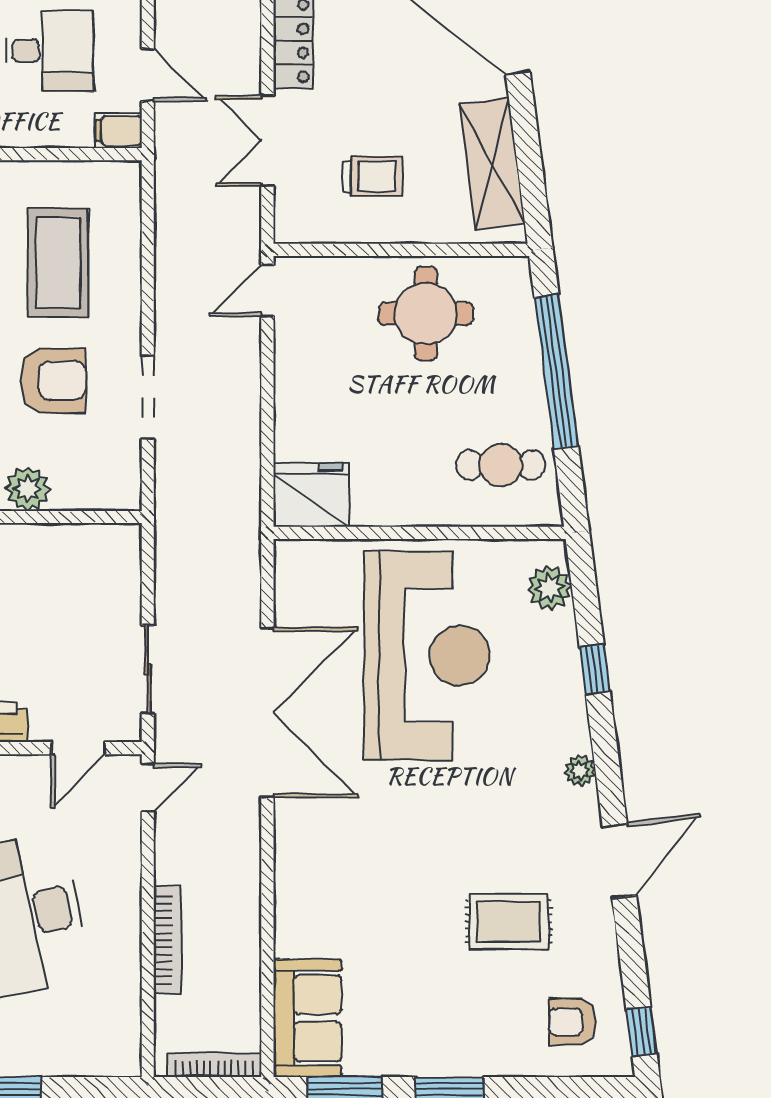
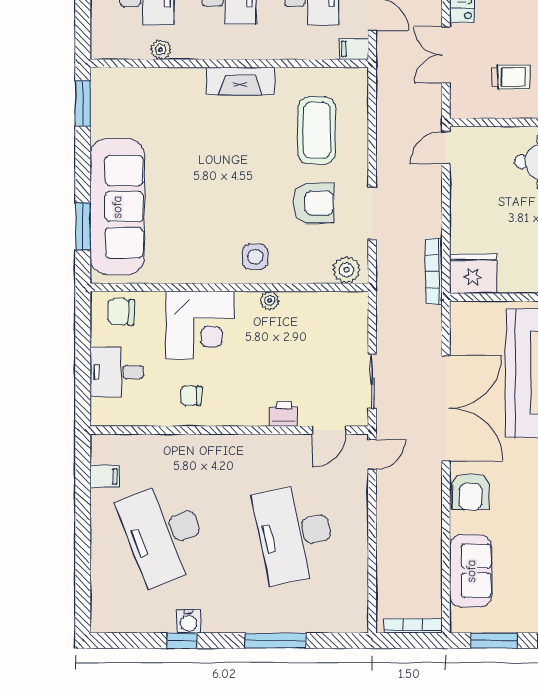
plant: (28, 489) -> (346, 270), moved
armchair: (307, 848) -> (471, 491), added
bookcase: (167, 940) -> (434, 271), moved, turned 180
sofa: (307, 1018) -> (471, 571), moved

